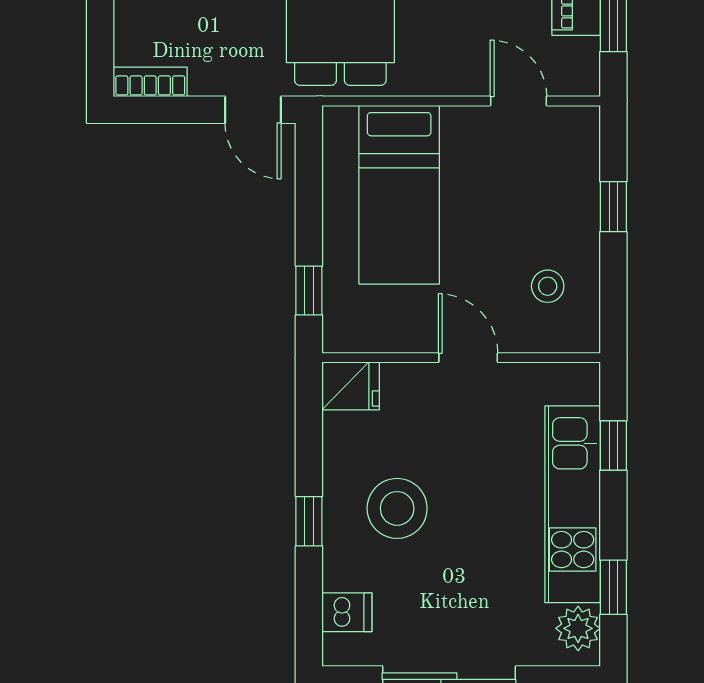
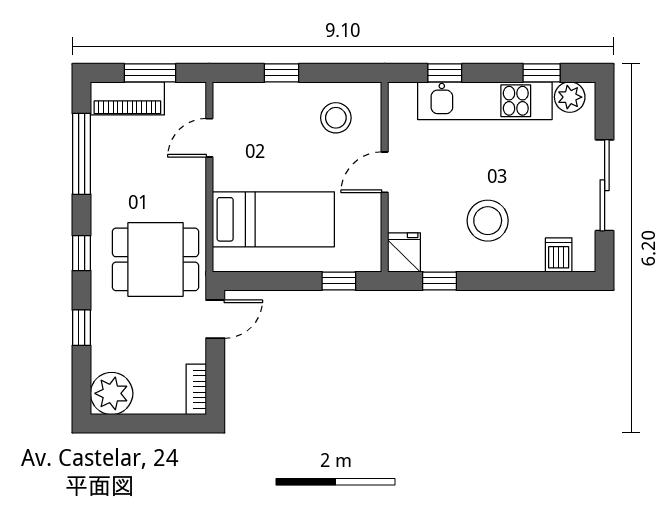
stool: (548, 286) -> (336, 118), width x1.37, depth x1.37
window: (309, 521) -> (440, 281), moved

